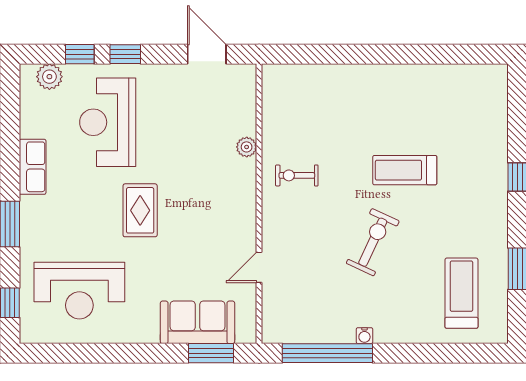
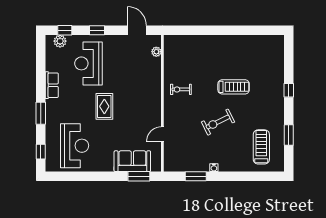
window: (80, 54) -> (65, 30), moved
plant: (247, 147) -> (156, 52), moved
treadmill: (405, 170) -> (234, 87), turned 180
exercise bike: (373, 242) -> (218, 122), turned -141
reception desk: (79, 291) -> (75, 146), turned -90
window: (327, 353) -> (196, 176), width x0.47

